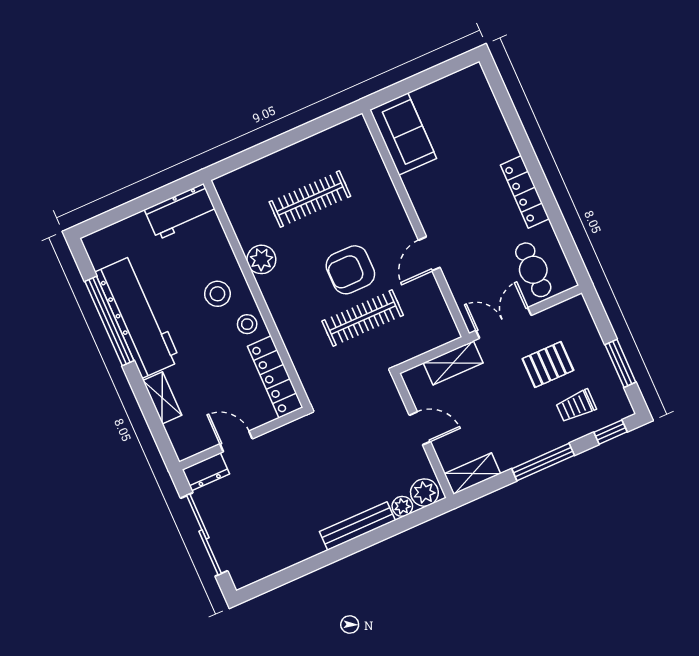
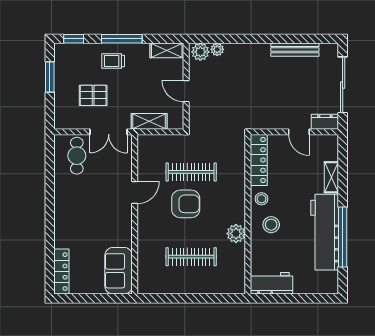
locker: (525, 192) -> (61, 272), moved
trolley: (576, 406) -> (113, 61), moved, turned 180
bench: (357, 526) -> (295, 50), moved

